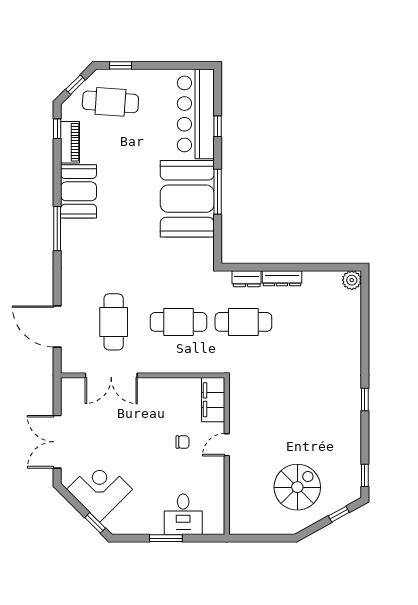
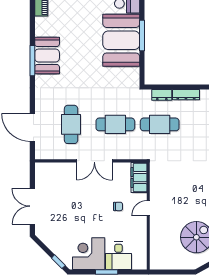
booth: (79, 191) -> (47, 56), moved
double door: (111, 375) -> (94, 161), moved
corner desk: (100, 489) -> (89, 254), moved, turned -45

